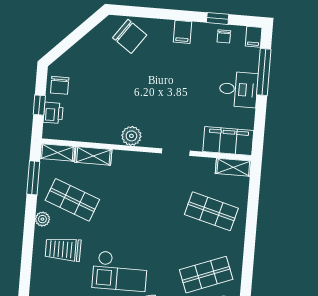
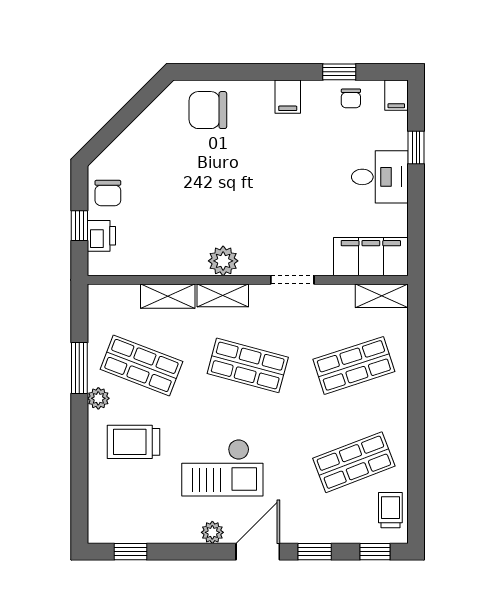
chair: (130, 36) -> (208, 110), turned 145
window: (264, 72) -> (416, 147), width x0.46
shelving: (57, 153) -> (223, 295), moved
window: (33, 178) -> (79, 368), moved
shop shelf: (142, 206) -> (248, 365), added
shop shelf: (211, 211) -> (354, 365), turned -33

